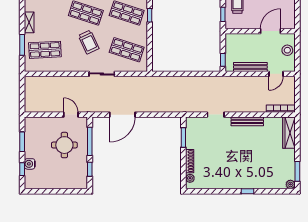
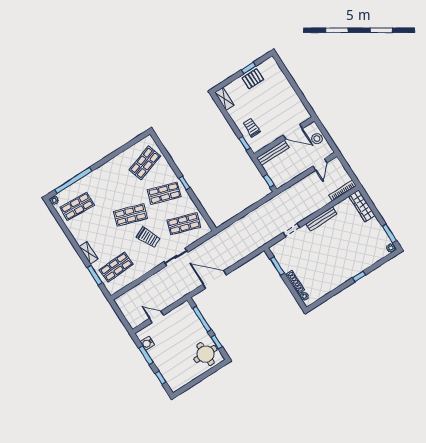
door: (270, 31) -> (293, 132), swing flipped
bench: (250, 67) -> (273, 153), moved
door: (71, 115) -> (157, 317), moved
door: (122, 115) -> (215, 279), swing flipped
round table: (64, 145) -> (206, 354), moved
water cooler: (30, 164) -> (147, 343), moved

